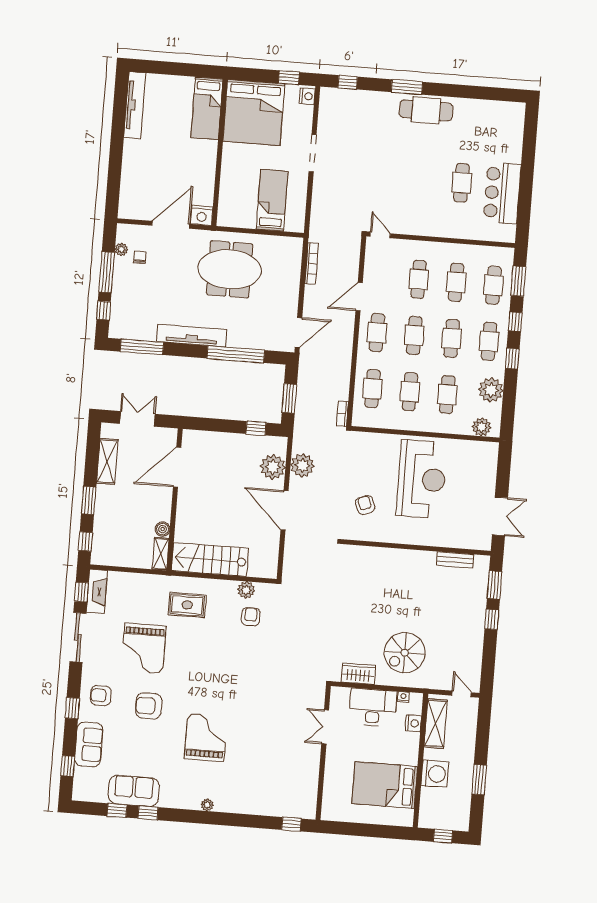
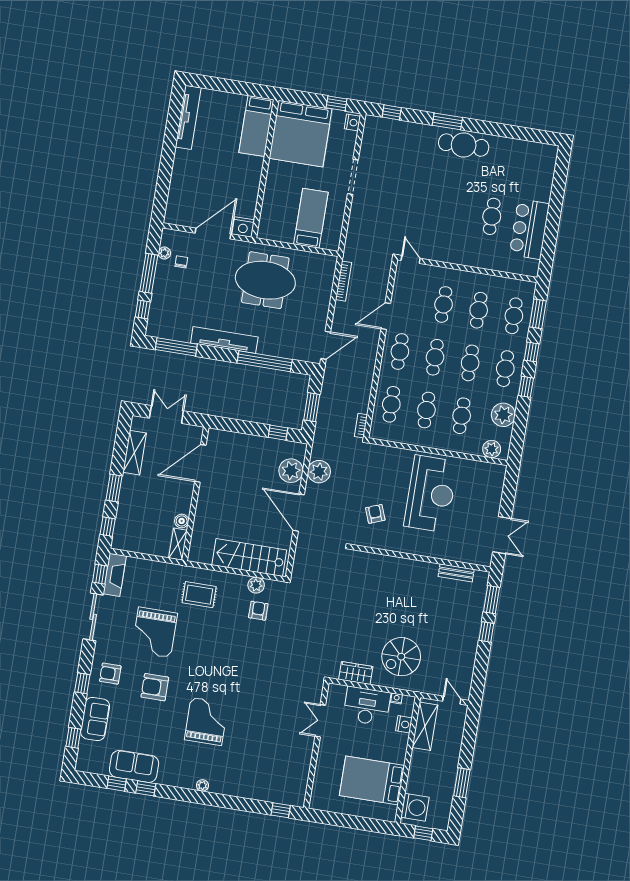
stairs: (210, 560) -> (249, 558), moved
washing machine: (435, 774) -> (415, 807), moved

